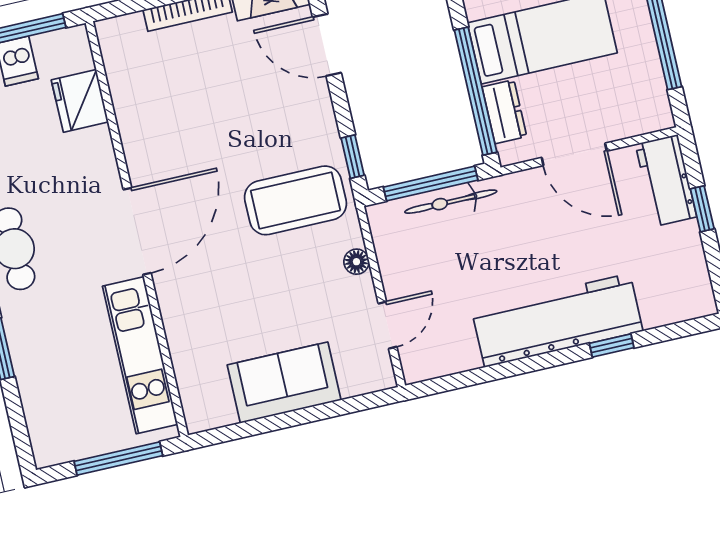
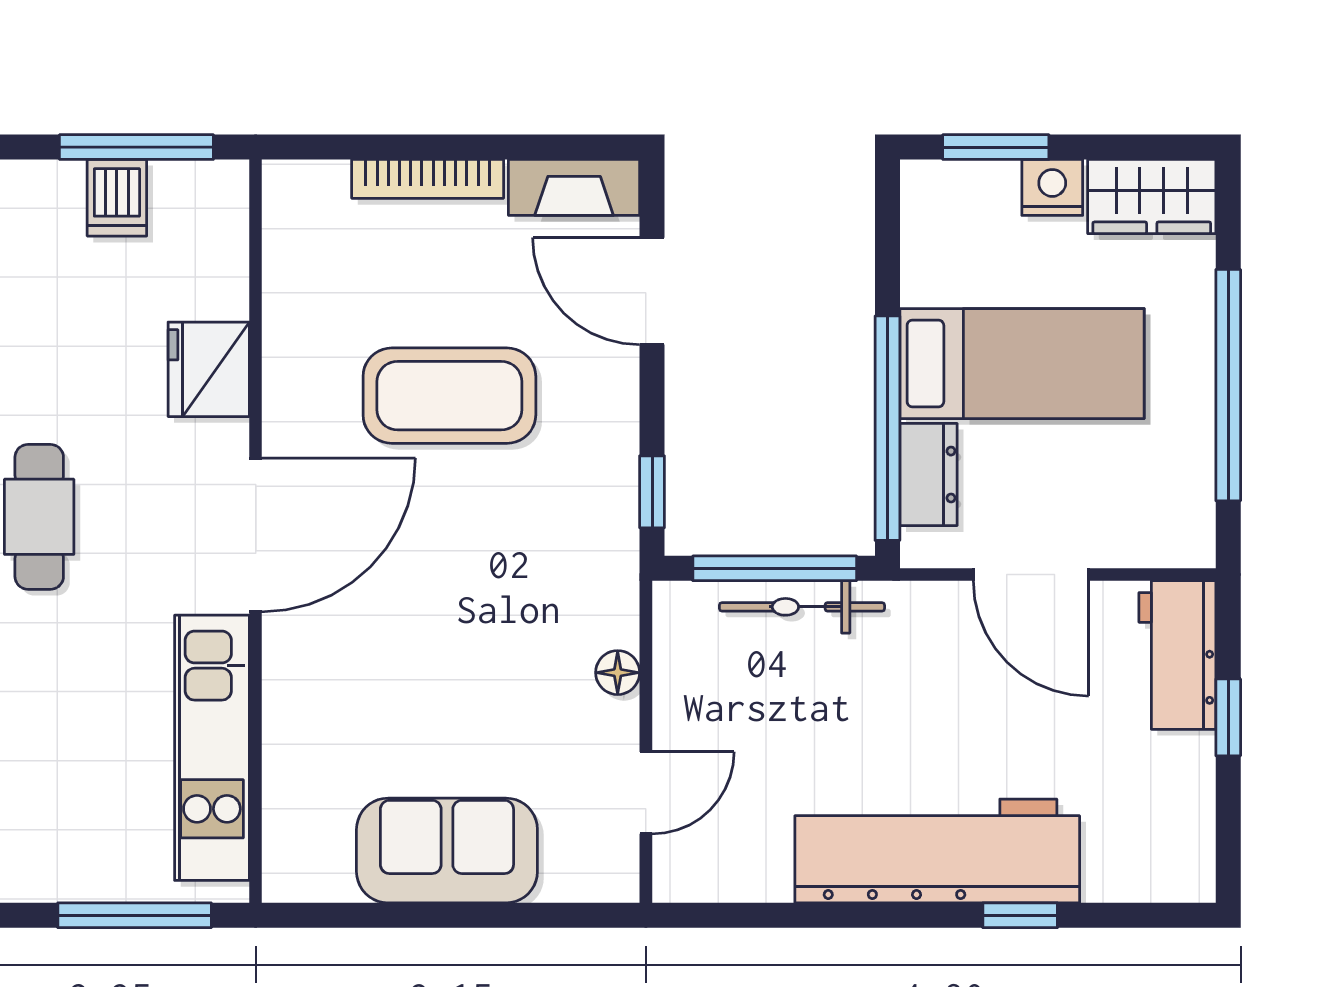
fridge: (80, 101) -> (209, 369), moved
coffee table: (295, 200) -> (449, 396), moved

